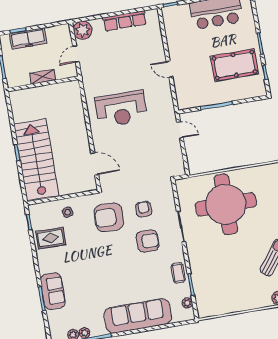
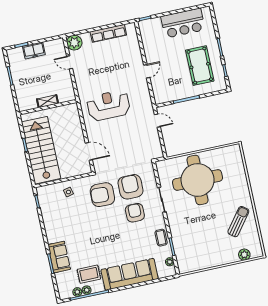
freezer: (28, 39) -> (34, 50), width x0.71
door: (76, 54) -> (70, 62), hinge flipped
pool table: (235, 65) -> (200, 66), turned 90
door: (170, 69) -> (147, 71), swing flipped
shelving: (43, 77) -> (47, 101), moved
wall: (43, 84) -> (48, 107), moved
reception desk: (121, 109) -> (108, 105), turned 180
armchair: (144, 209) -> (131, 187), width x1.88, depth x1.88
rug: (51, 238) -> (89, 274), moved
armchair: (148, 241) -> (135, 213), turned -90

